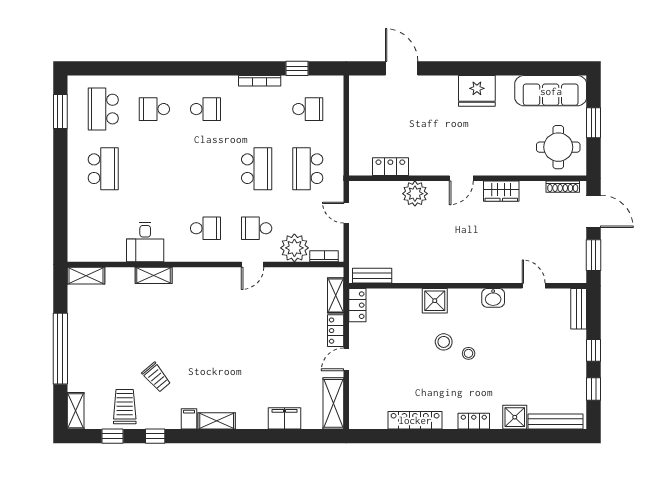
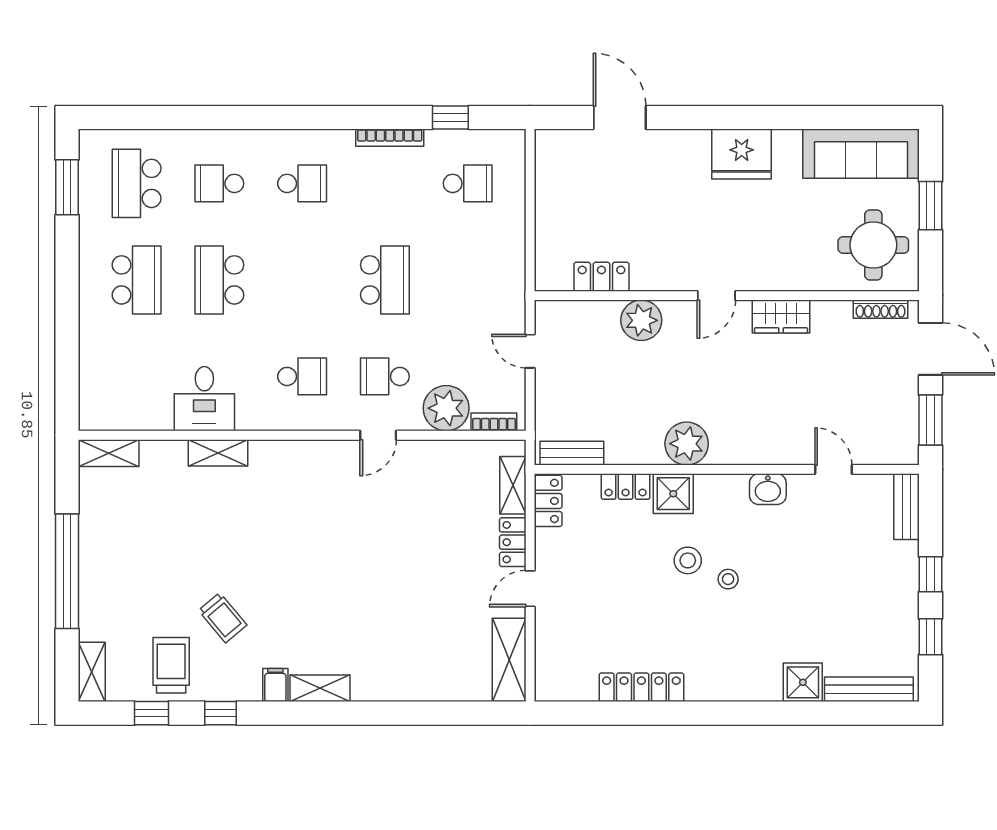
school desk: (308, 169) -> (219, 280), moved
plant: (443, 270) -> (687, 444), added
filing cabinet: (285, 418) -> (430, 684), removed
locker: (474, 421) -> (626, 487), moved, turned 180

